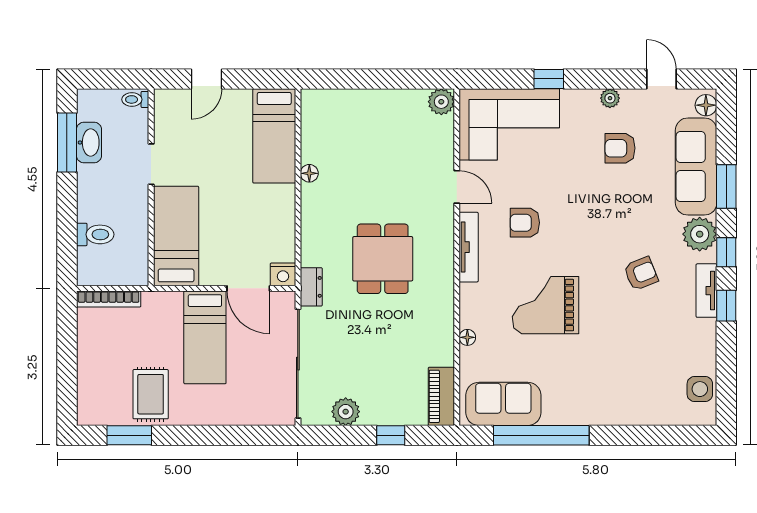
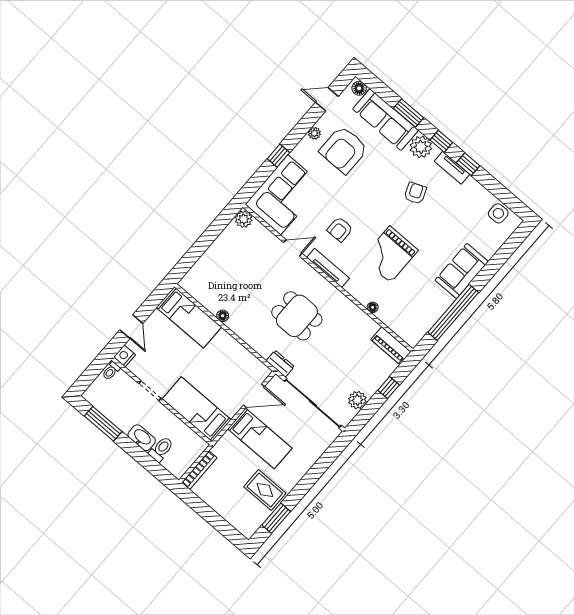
washbasin: (89, 143) -> (142, 438), moved
armchair: (620, 148) -> (344, 150), width x1.88, depth x1.88
nightstand: (283, 274) -> (125, 356), moved, turned 180
sofa: (503, 404) -> (462, 271), moved

